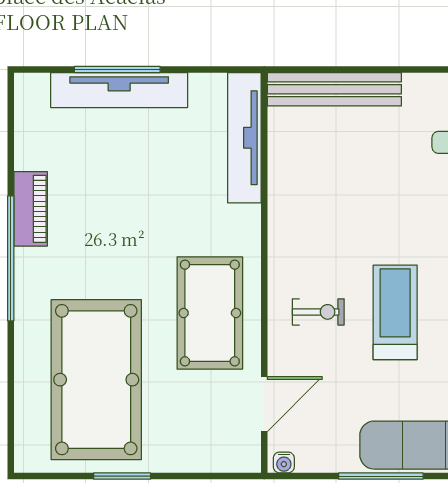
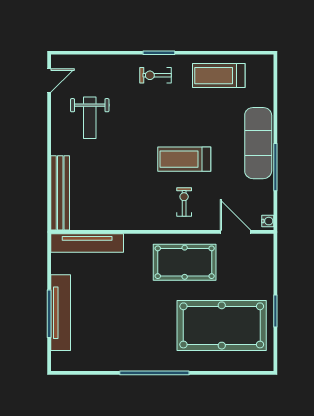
piano: (31, 209) -> (127, 362), removed

